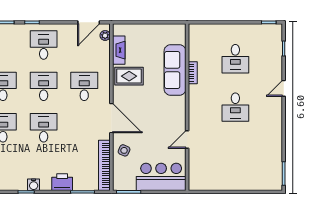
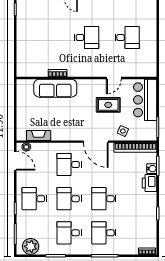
desk: (235, 59) -> (127, 37), moved
rug: (129, 76) -> (108, 105), moved, turned 90
door: (111, 118) -> (96, 142), swing flipped
door: (187, 140) -> (114, 78), hinge flipped
water cooler: (34, 185) -> (152, 169), moved

